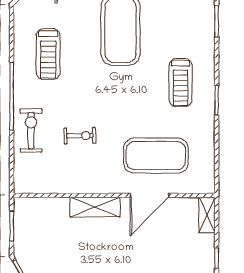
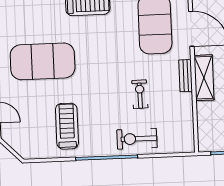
treadmill: (48, 54) -> (67, 126), turned -90
bench: (98, 187) -> (186, 76), added

